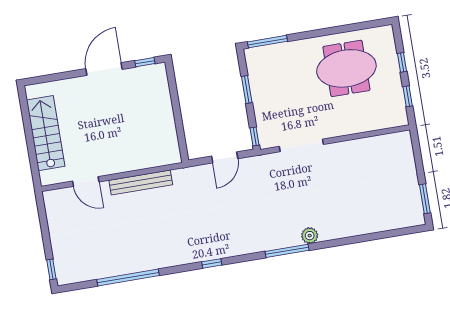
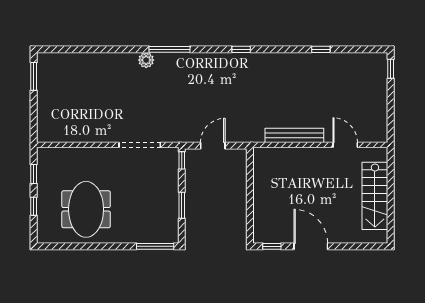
meeting table: (346, 68) -> (86, 209), turned 90
door: (104, 69) -> (311, 246), swing flipped
window: (128, 278) -> (321, 49), width x0.32

